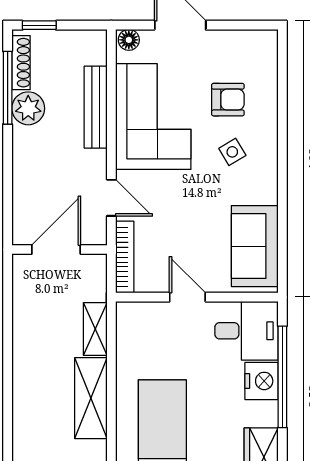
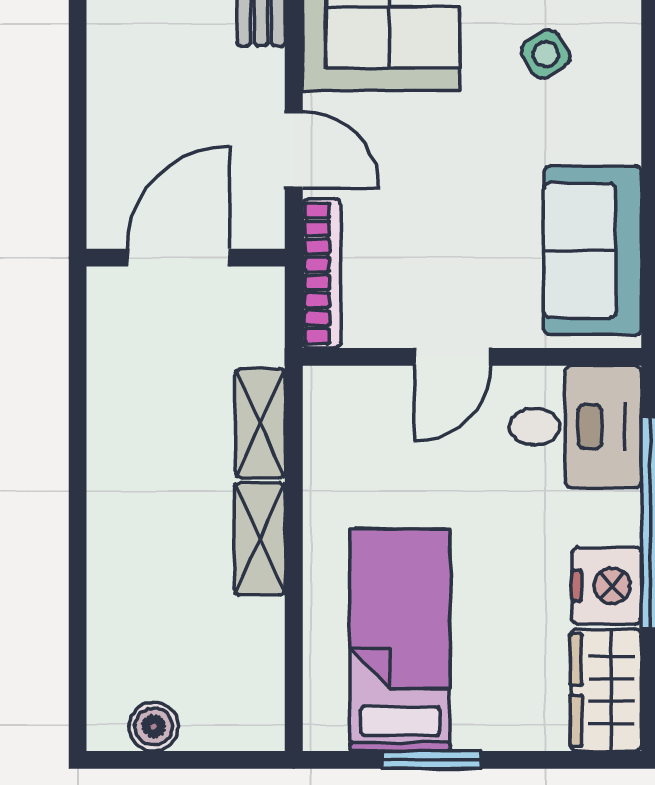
door: (187, 297) -> (452, 357), swing flipped
nightstand: (262, 381) -> (607, 586), moved
shelving: (91, 398) -> (260, 539), width x0.67, depth x0.75

